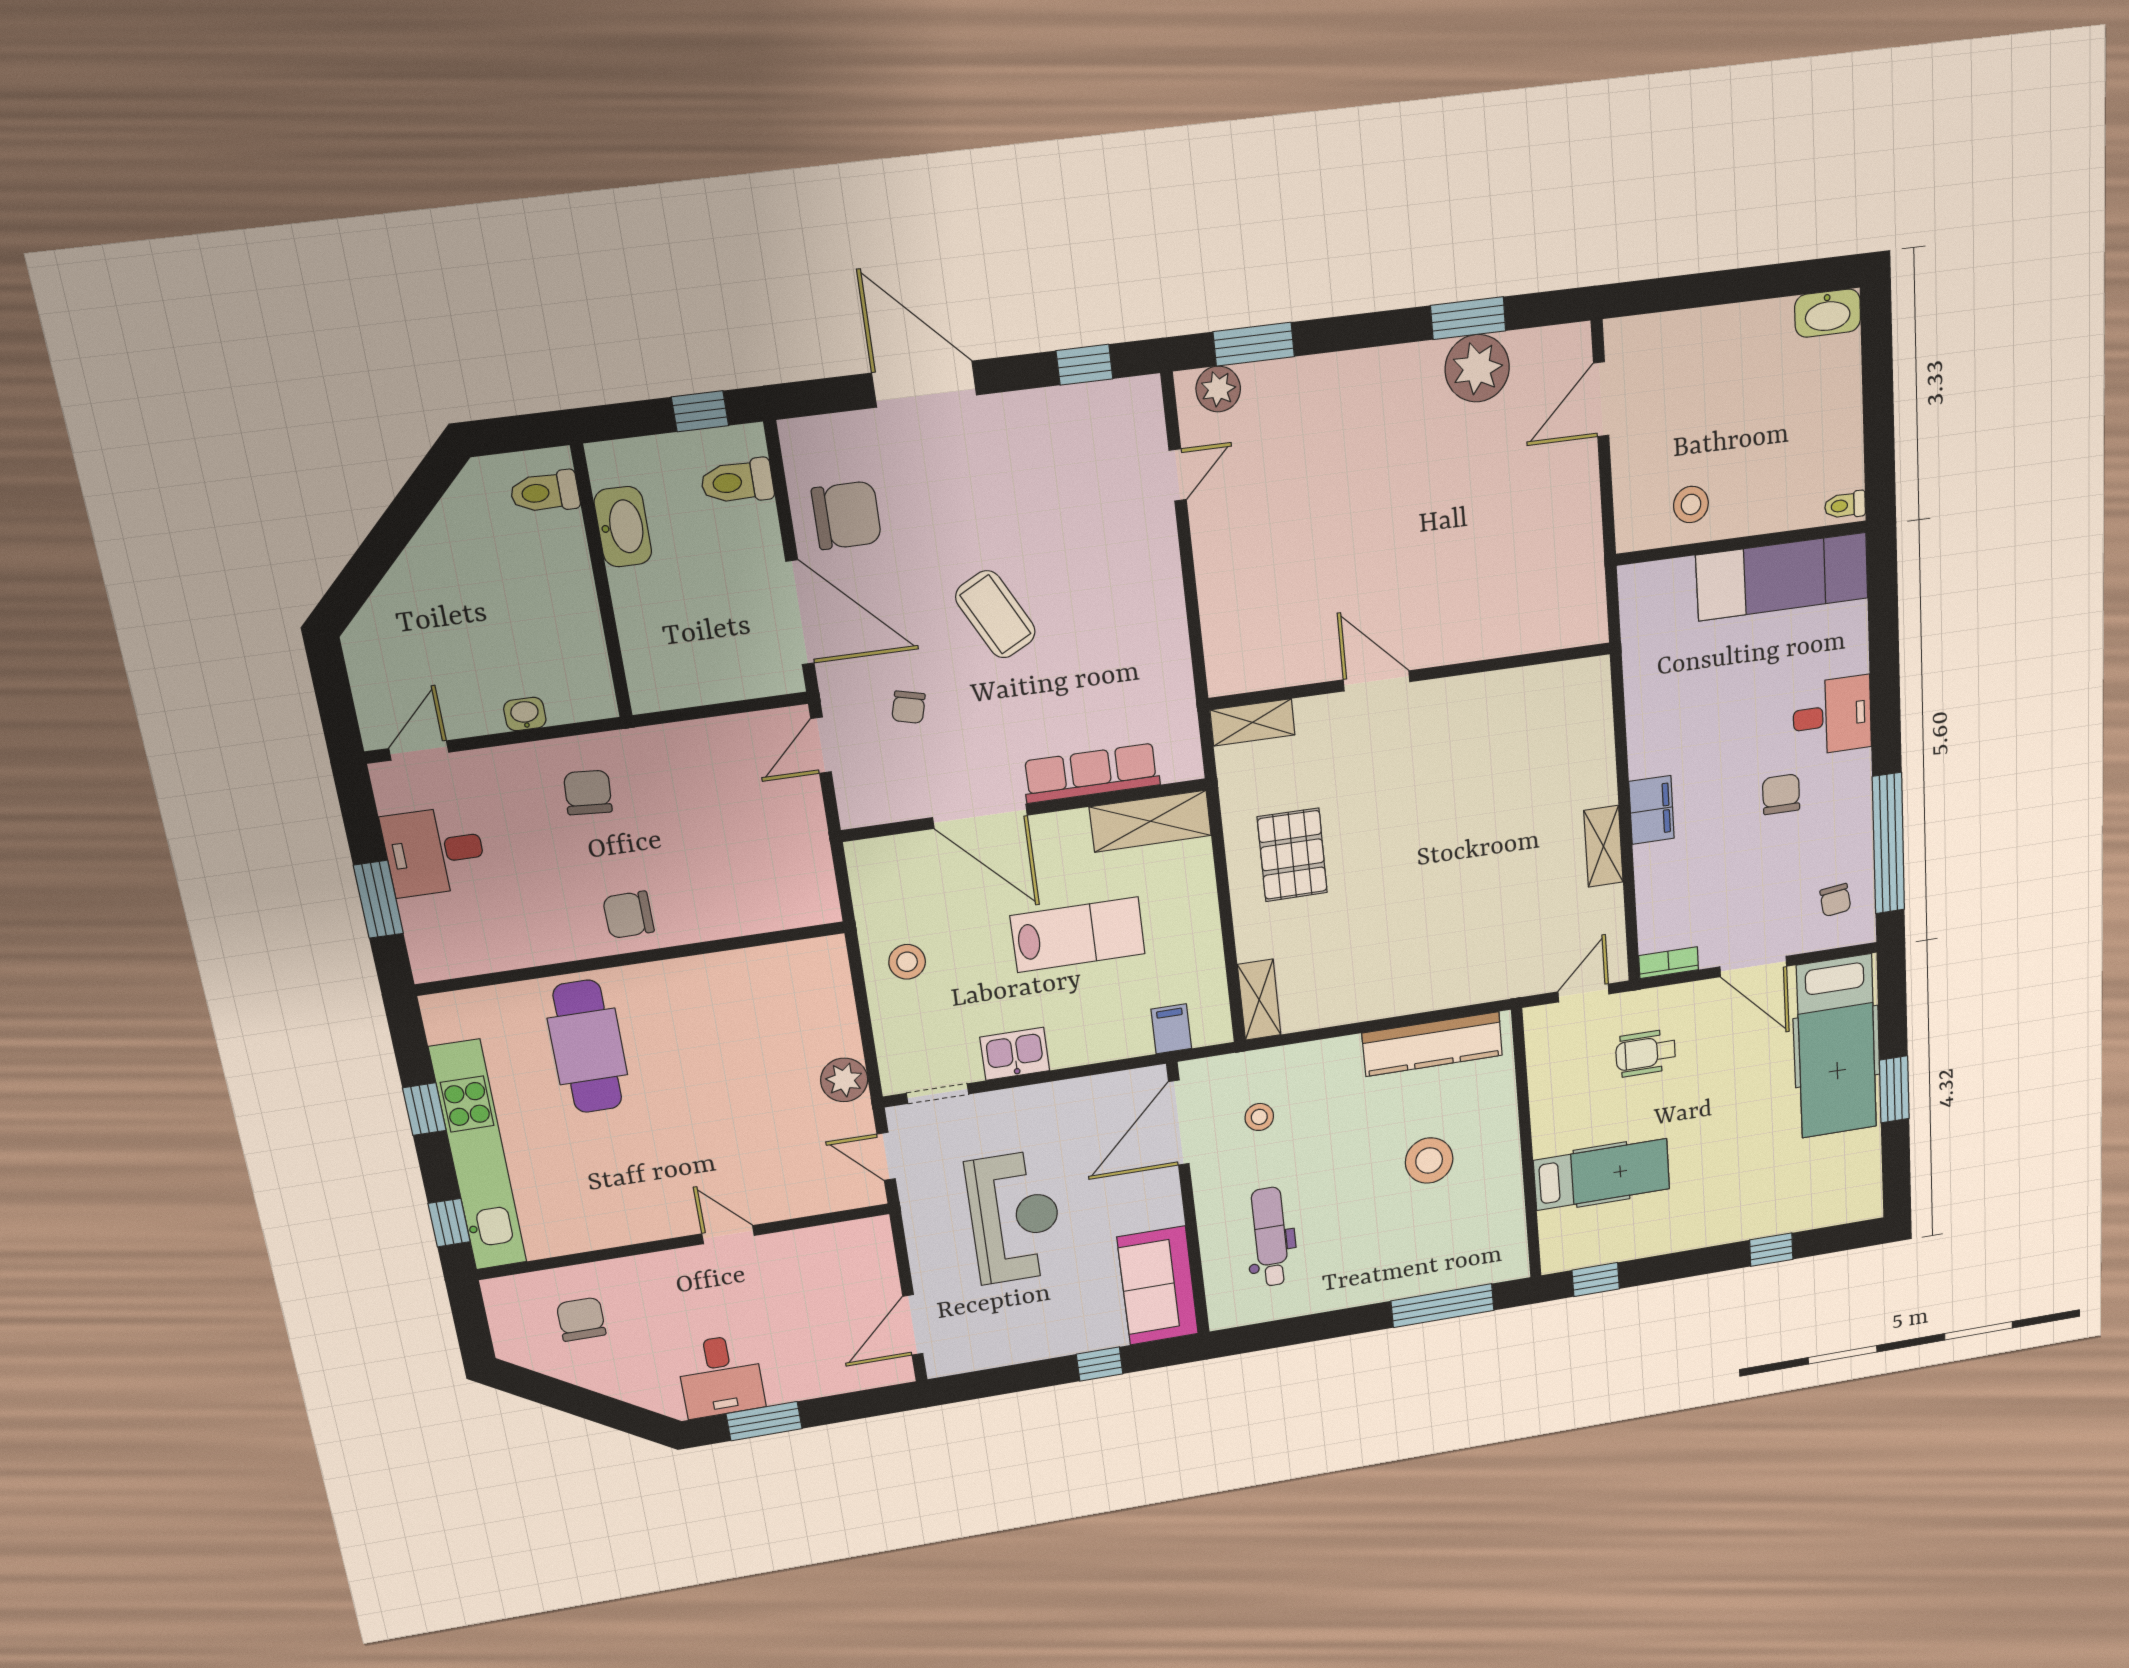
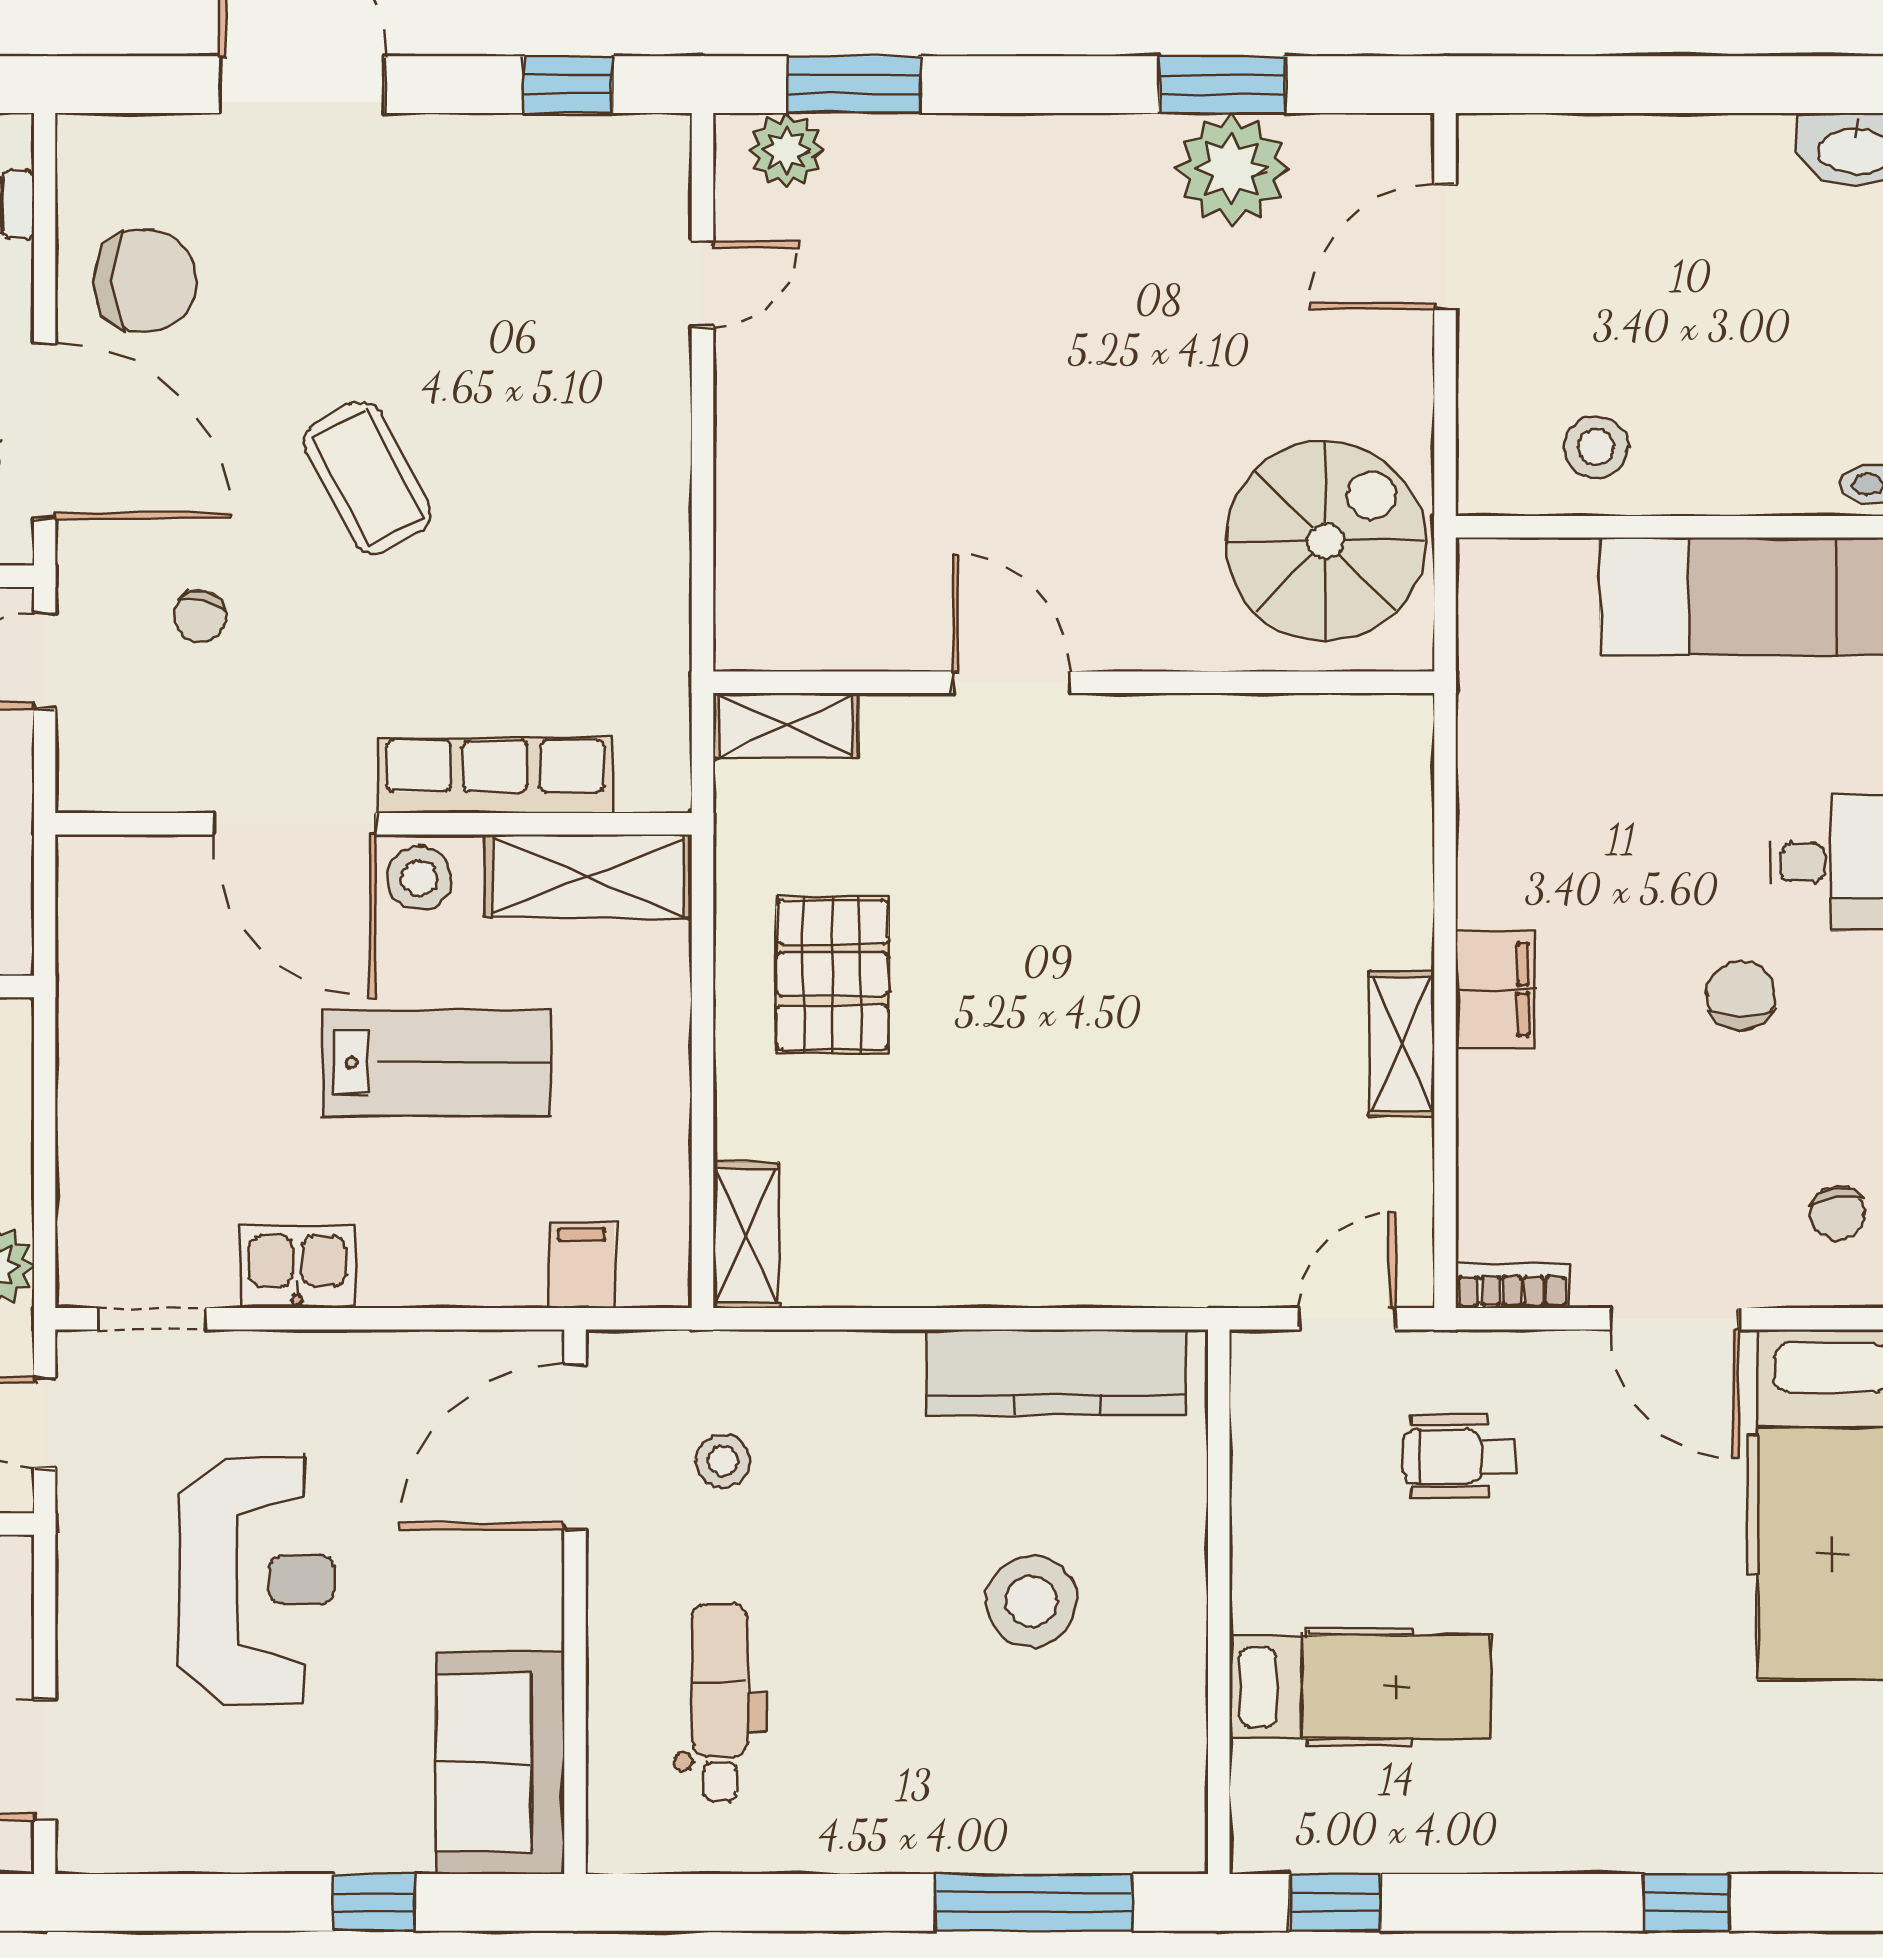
spiral stairs: (1545, 578) -> (1325, 541), added
stool: (907, 962) -> (419, 878), moved

